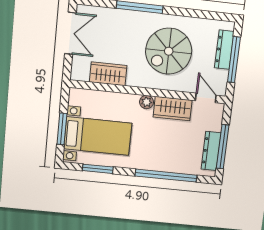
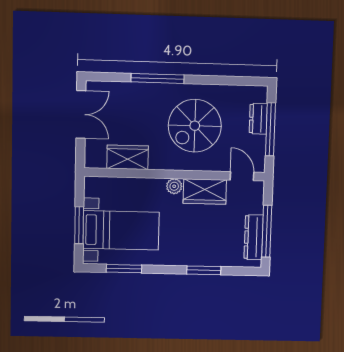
dresser: (224, 50) -> (258, 119), width x0.70
window: (166, 176) -> (204, 270), width x0.47

